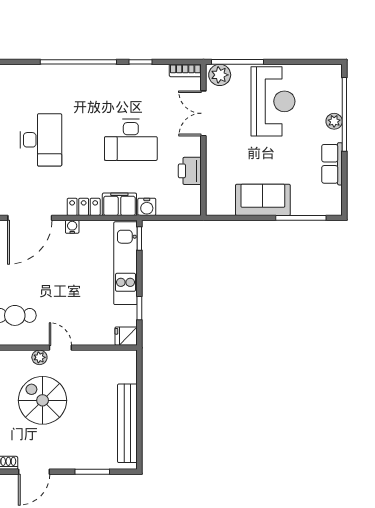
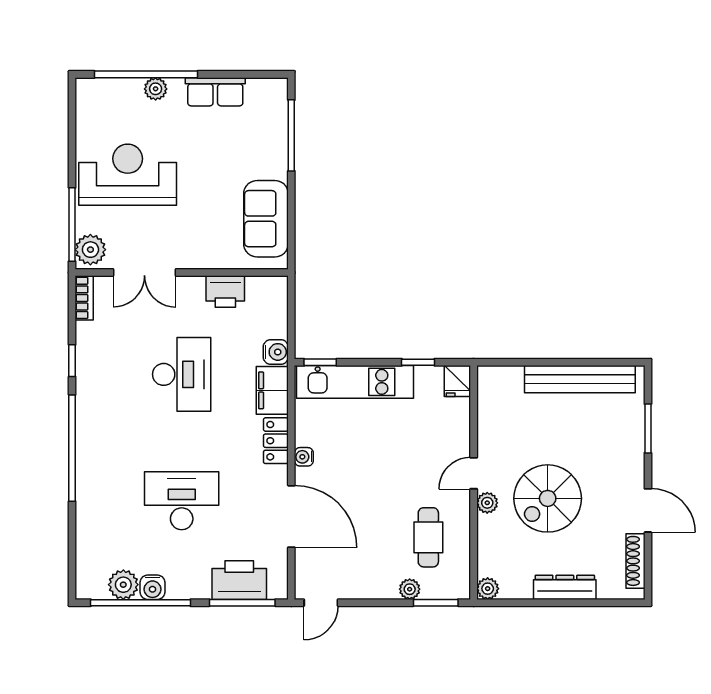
sofa: (263, 200) -> (266, 219), moved

